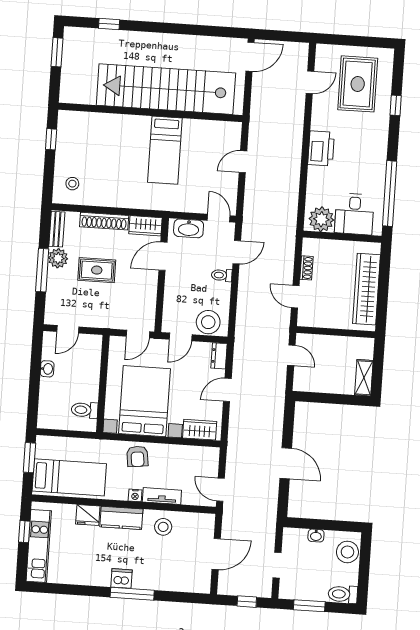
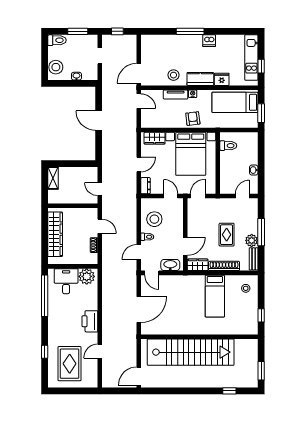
door: (310, 82) -> (100, 351), moved
bed: (165, 150) -> (215, 296), moved, turned 180
door: (243, 162) -> (139, 310), width x1.87
rug: (97, 270) -> (227, 235), turned 90
stool: (208, 322) -> (154, 219), moved
door: (181, 337) -> (171, 196), hinge flipped
door: (216, 554) -> (139, 73), moved
dishwasher: (121, 578) -> (209, 41), moved

